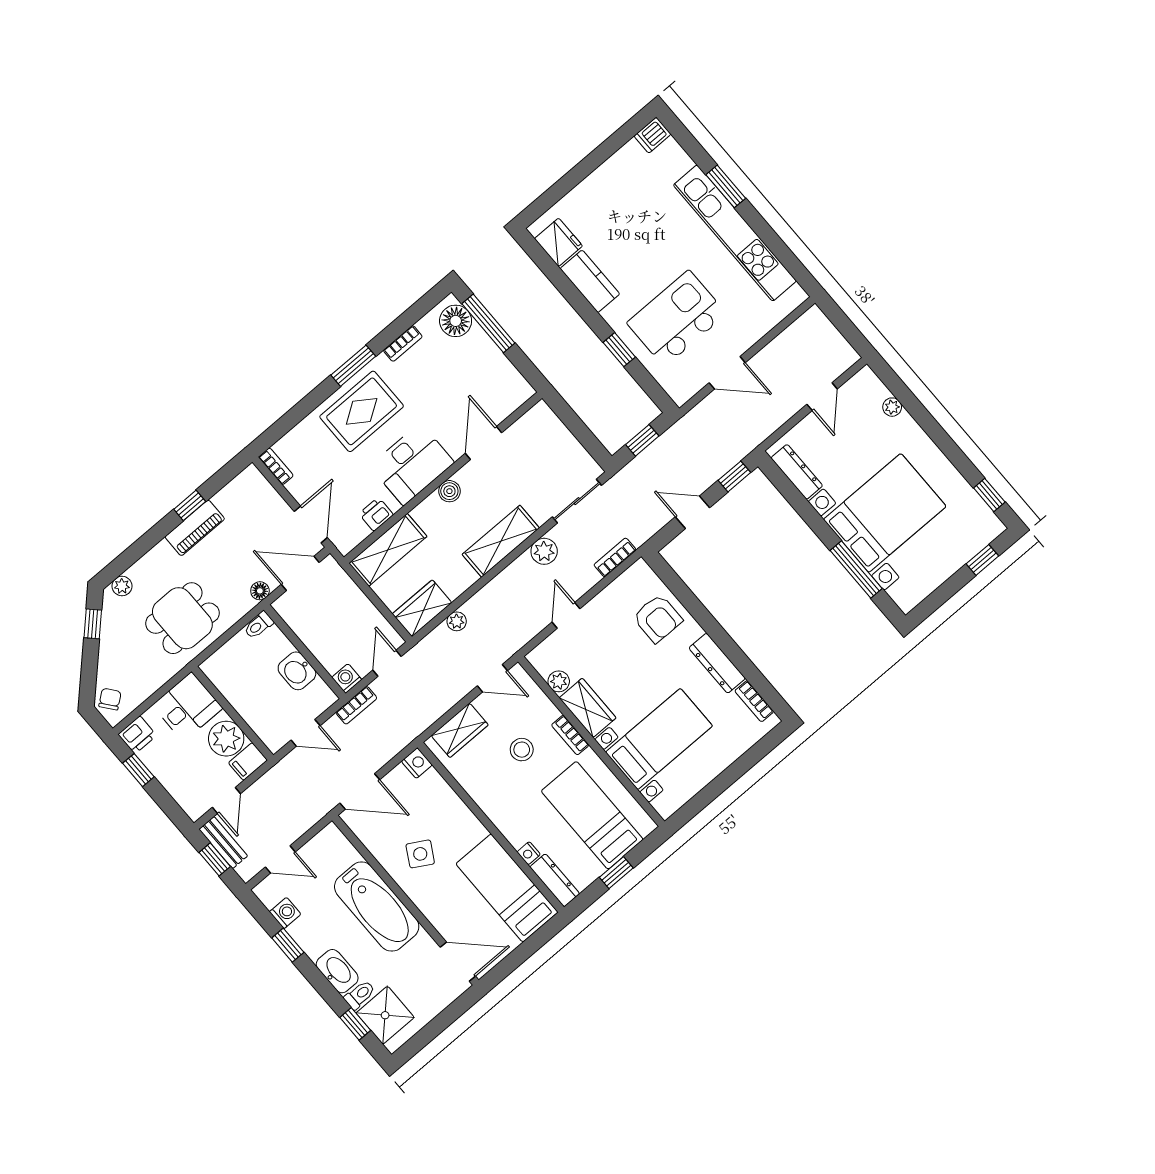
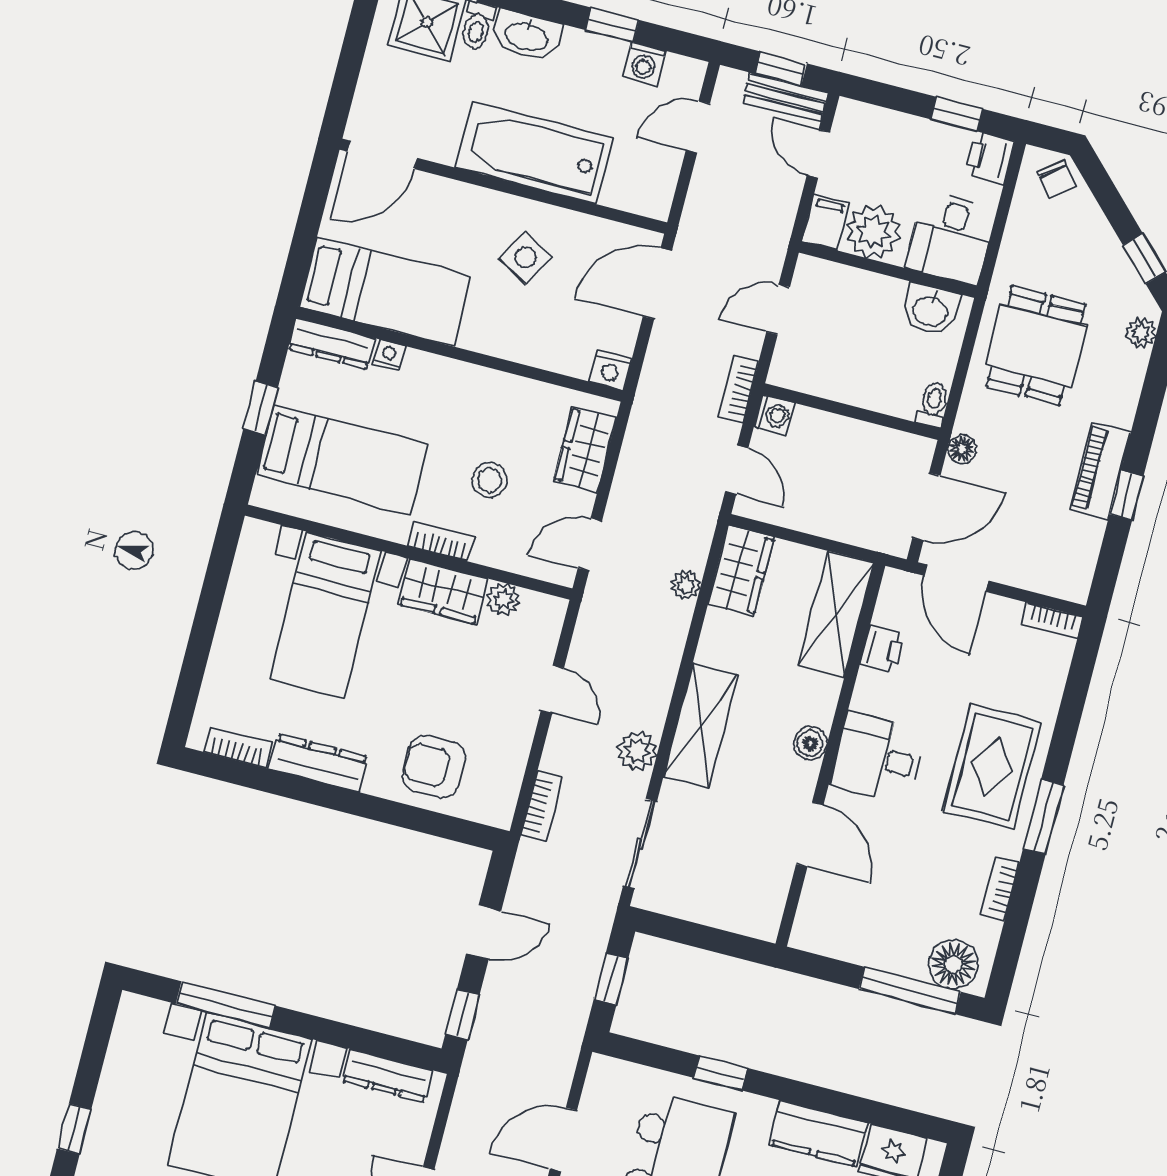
desk: (412, 464) -> (878, 758), width x0.73
washbasin: (297, 671) -> (931, 310), moved, turned 180

